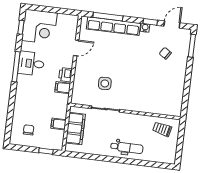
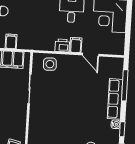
row of seats: (113, 26) -> (115, 99), width x0.73
side table: (105, 83) -> (50, 64), moved
filing cabinet: (63, 88) -> (76, 45), moved

